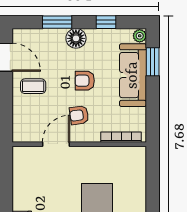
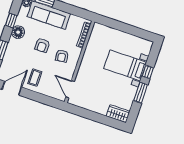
floor lamp: (76, 38) -> (18, 32), moved
door: (56, 144) -> (70, 89), moved

